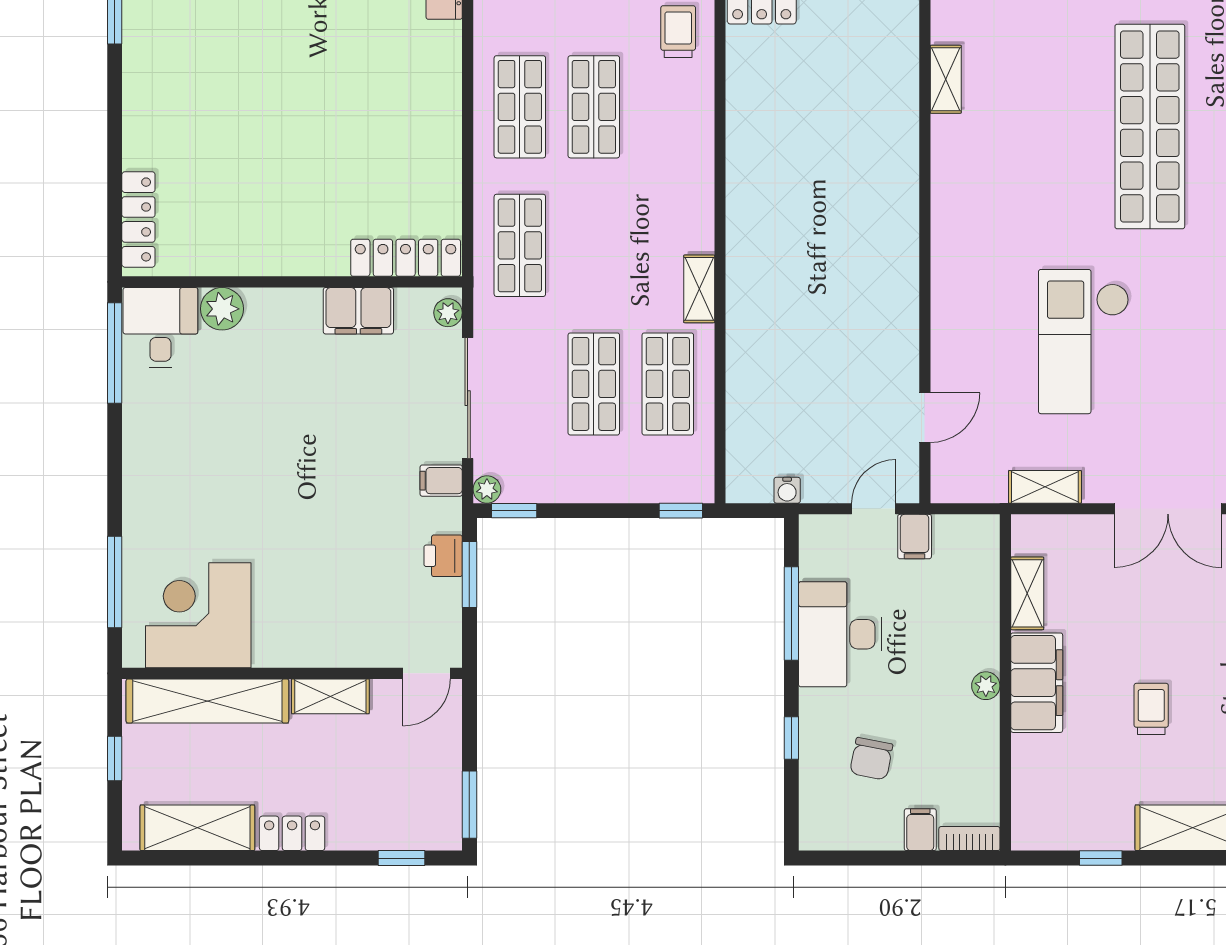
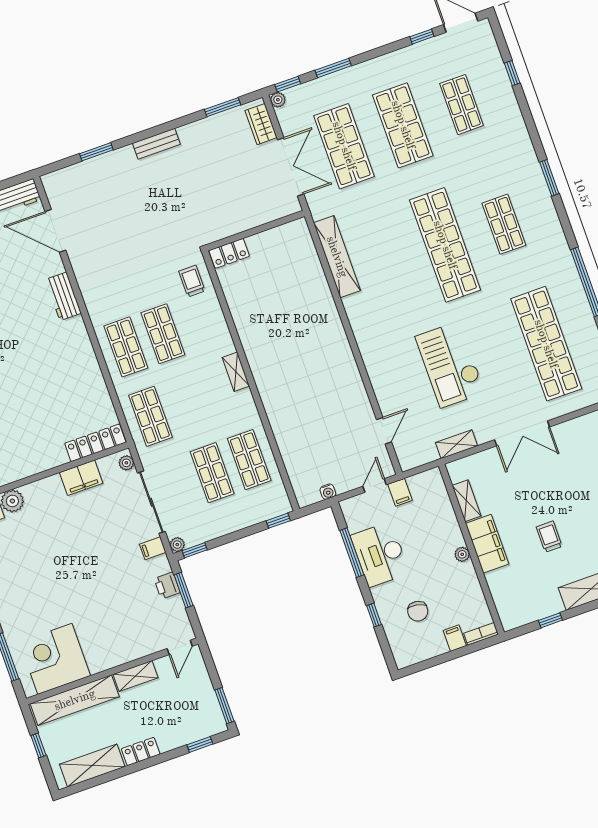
shelving: (946, 79) -> (337, 257), width x2.20, depth x1.33
shelving: (699, 289) -> (236, 372), moved

